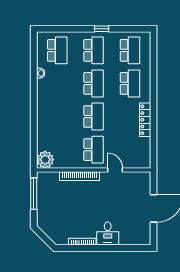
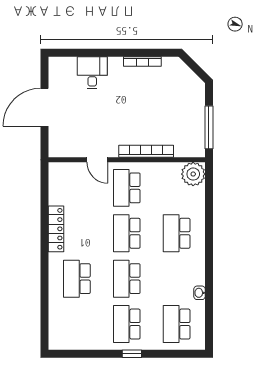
window: (102, 29) -> (132, 354), moved
school desk: (130, 50) -> (177, 233), moved
desk: (108, 233) -> (92, 73), moved

